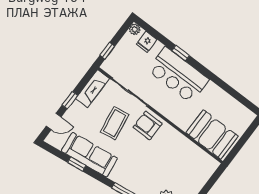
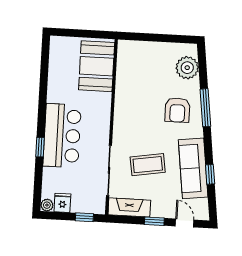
fridge: (147, 42) -> (62, 203), moved, turned -90
armchair: (148, 125) -> (177, 110), moved

